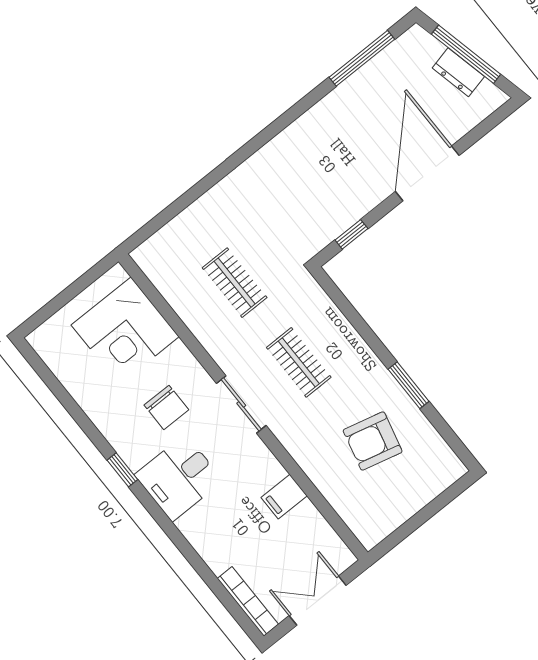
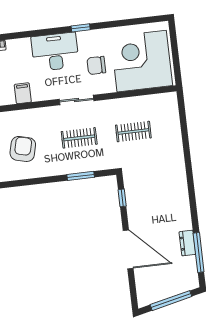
dresser: (458, 72) -> (187, 243), moved, turned -77
corner desk: (125, 331) -> (142, 61), width x1.36, depth x1.36
window: (408, 385) -> (81, 176), moved
desk: (179, 478) -> (55, 52), width x1.37

